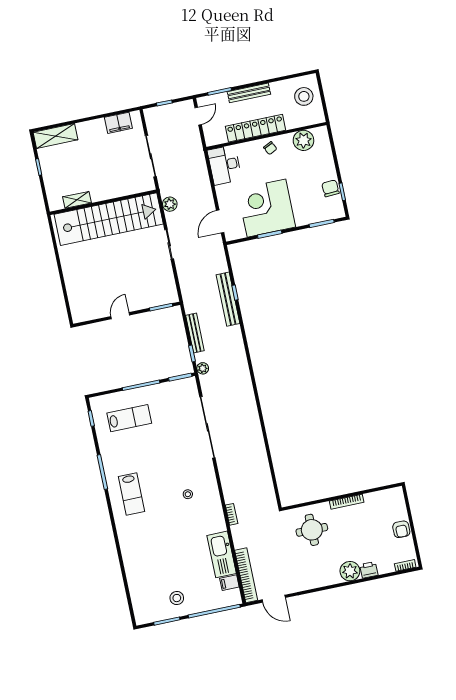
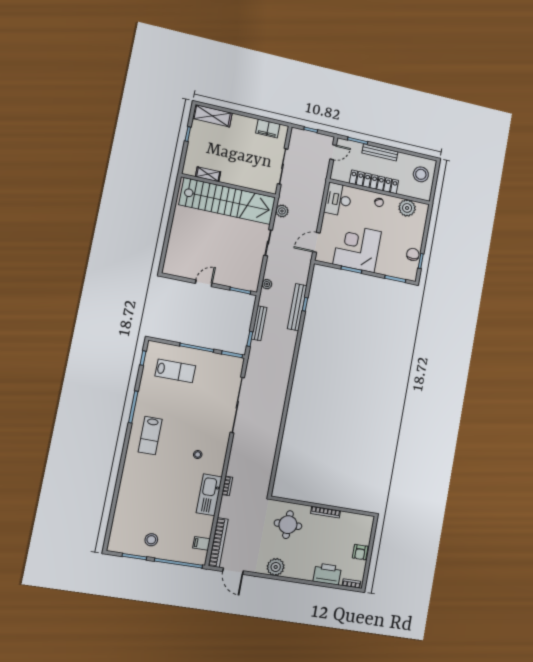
plant: (203, 368) -> (267, 284), moved
kitchen sink: (222, 554) -> (209, 495), moved
printer: (369, 570) -> (327, 574), width x1.87, depth x1.48
plant: (350, 571) -> (276, 567), moved

